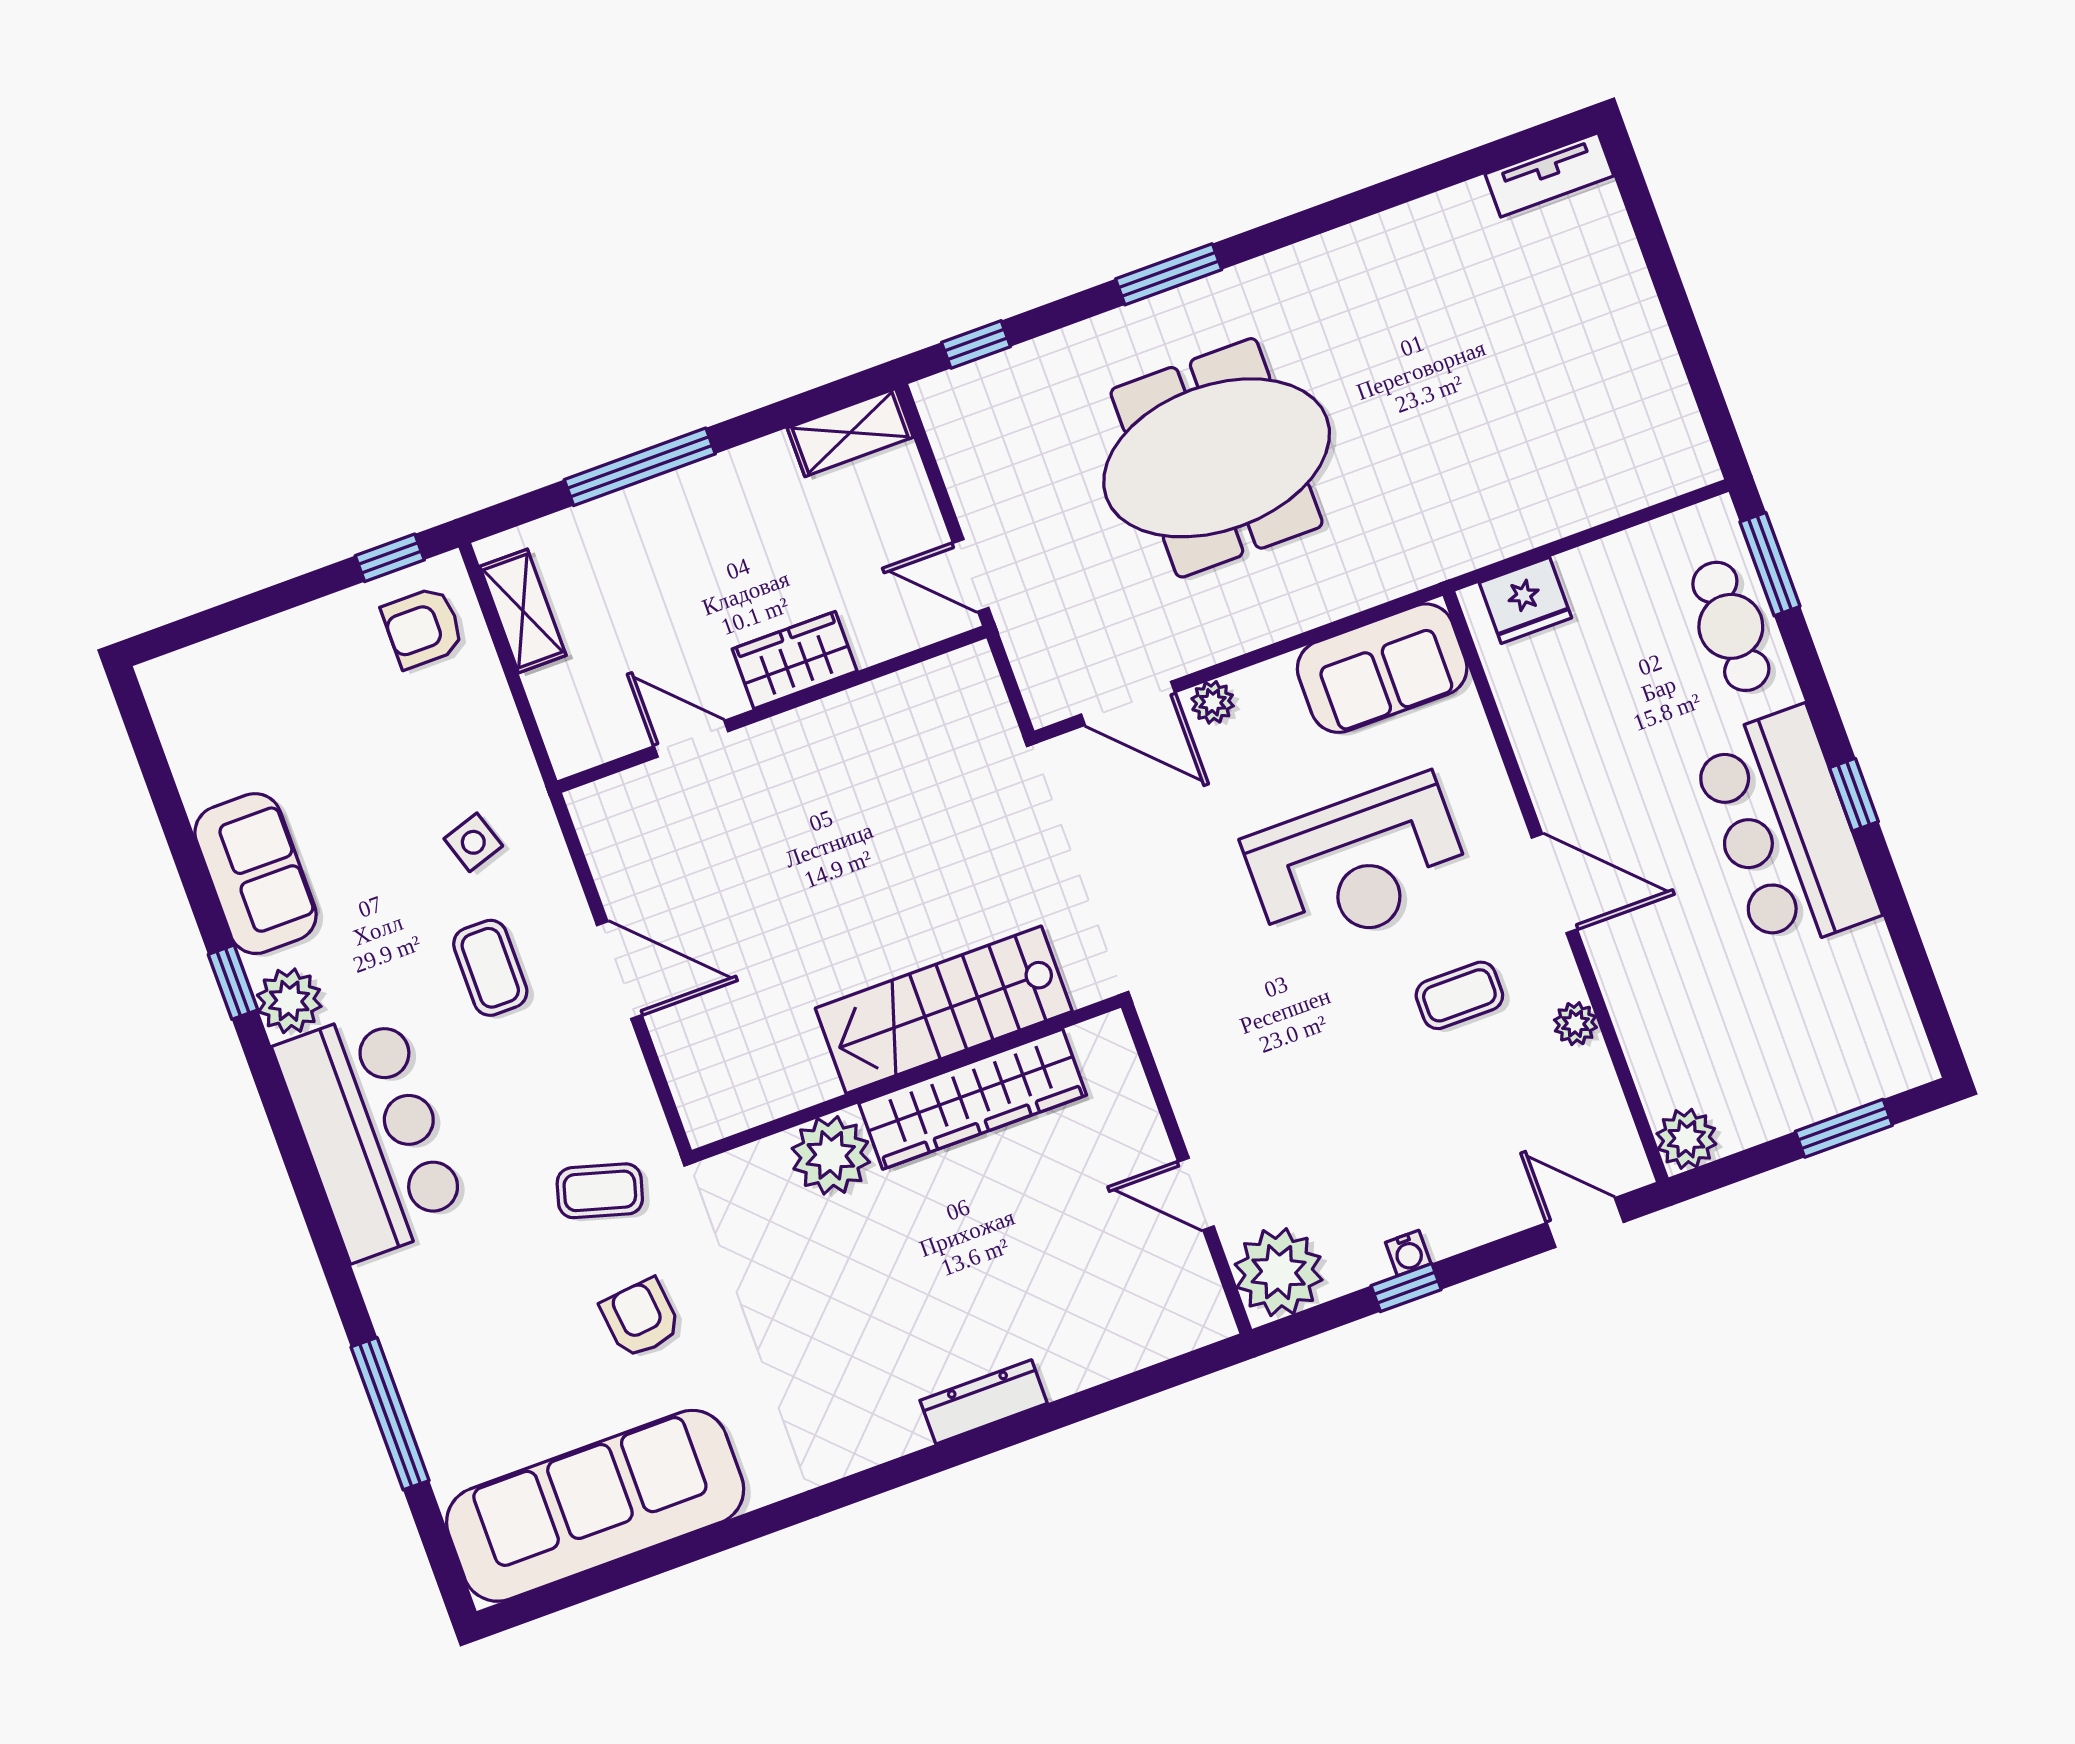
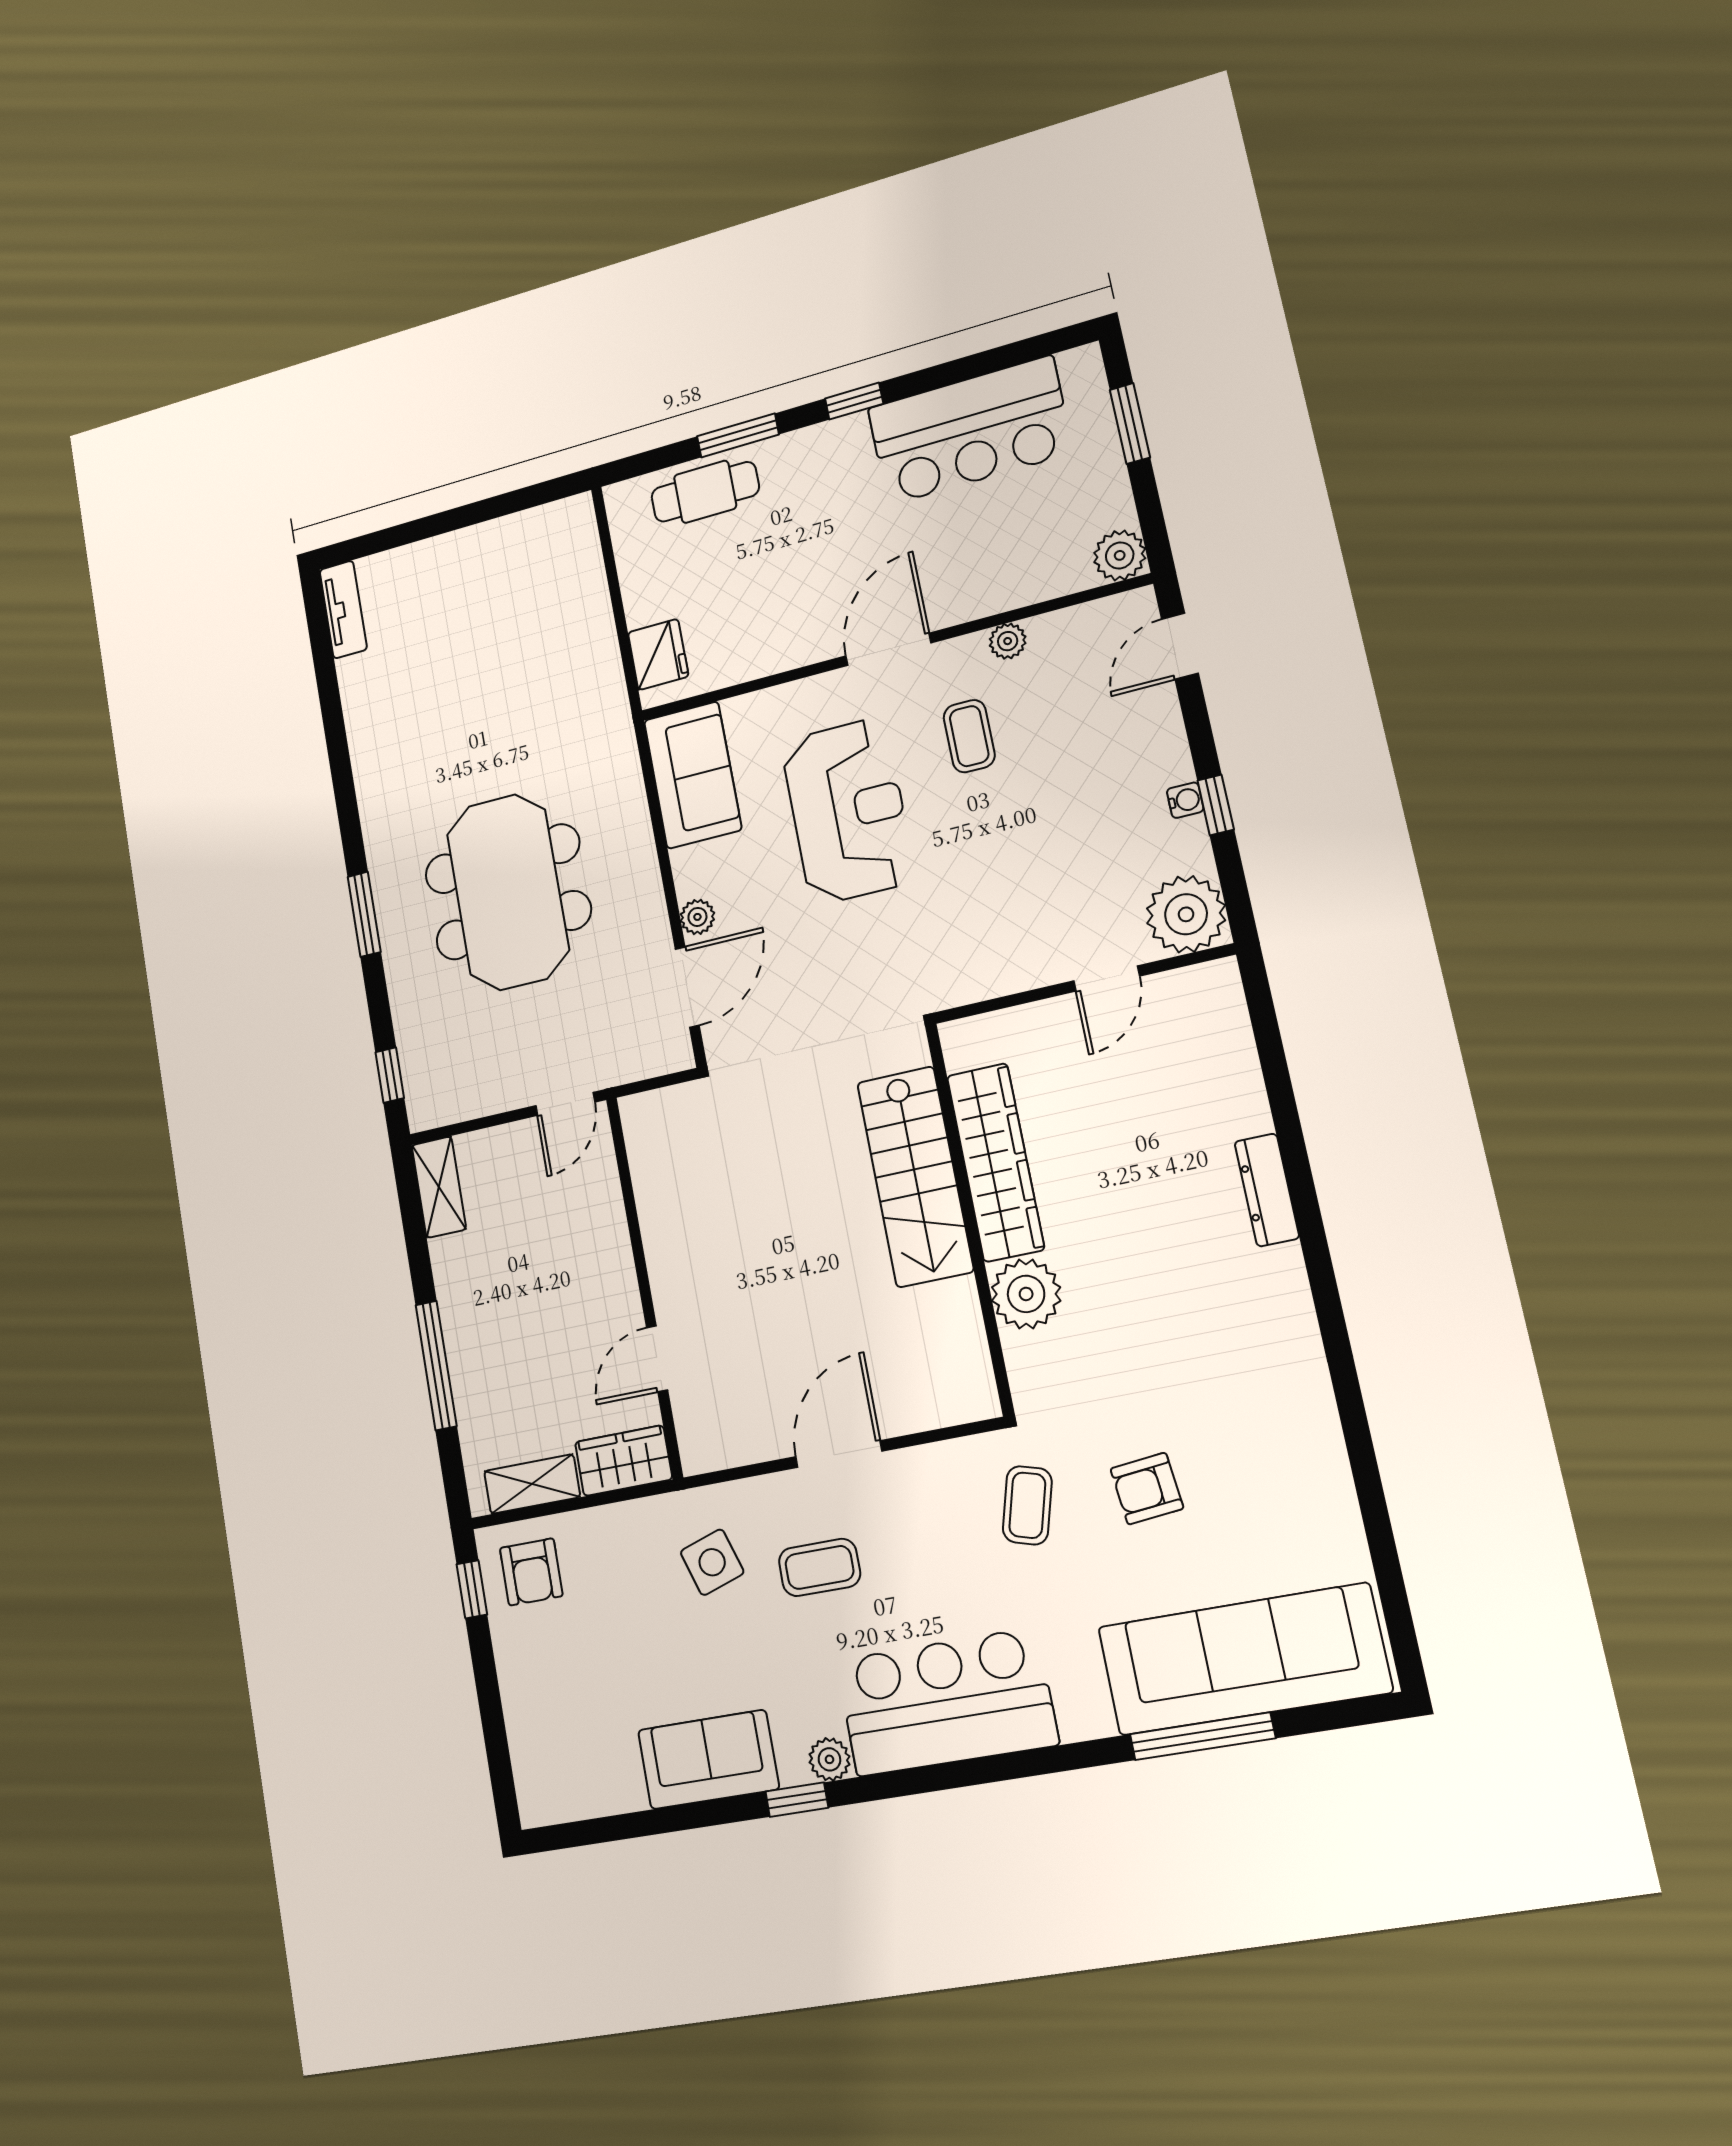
window: (1770, 564) -> (738, 435), moved
wardrobe: (795, 660) -> (623, 1461), moved, turned 90
bar counter: (1785, 830) -> (970, 430), moved
side table: (473, 842) -> (712, 1562), width x1.37, depth x1.37
plant: (289, 1001) -> (829, 1759), width x0.73, depth x0.73
sofa: (595, 1506) -> (1244, 1659), moved, turned 90

